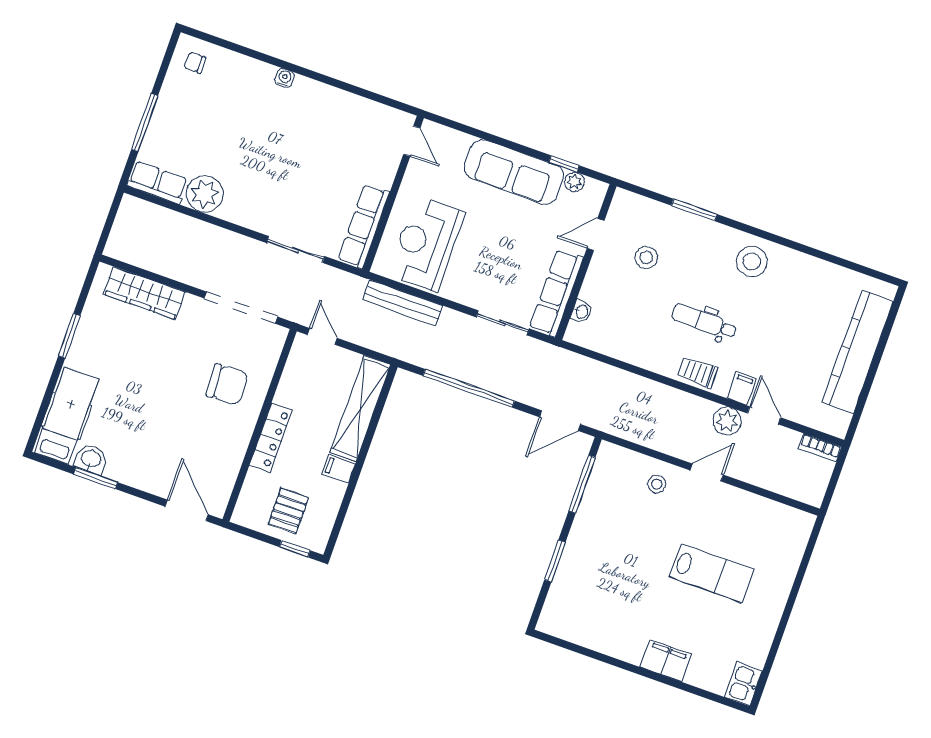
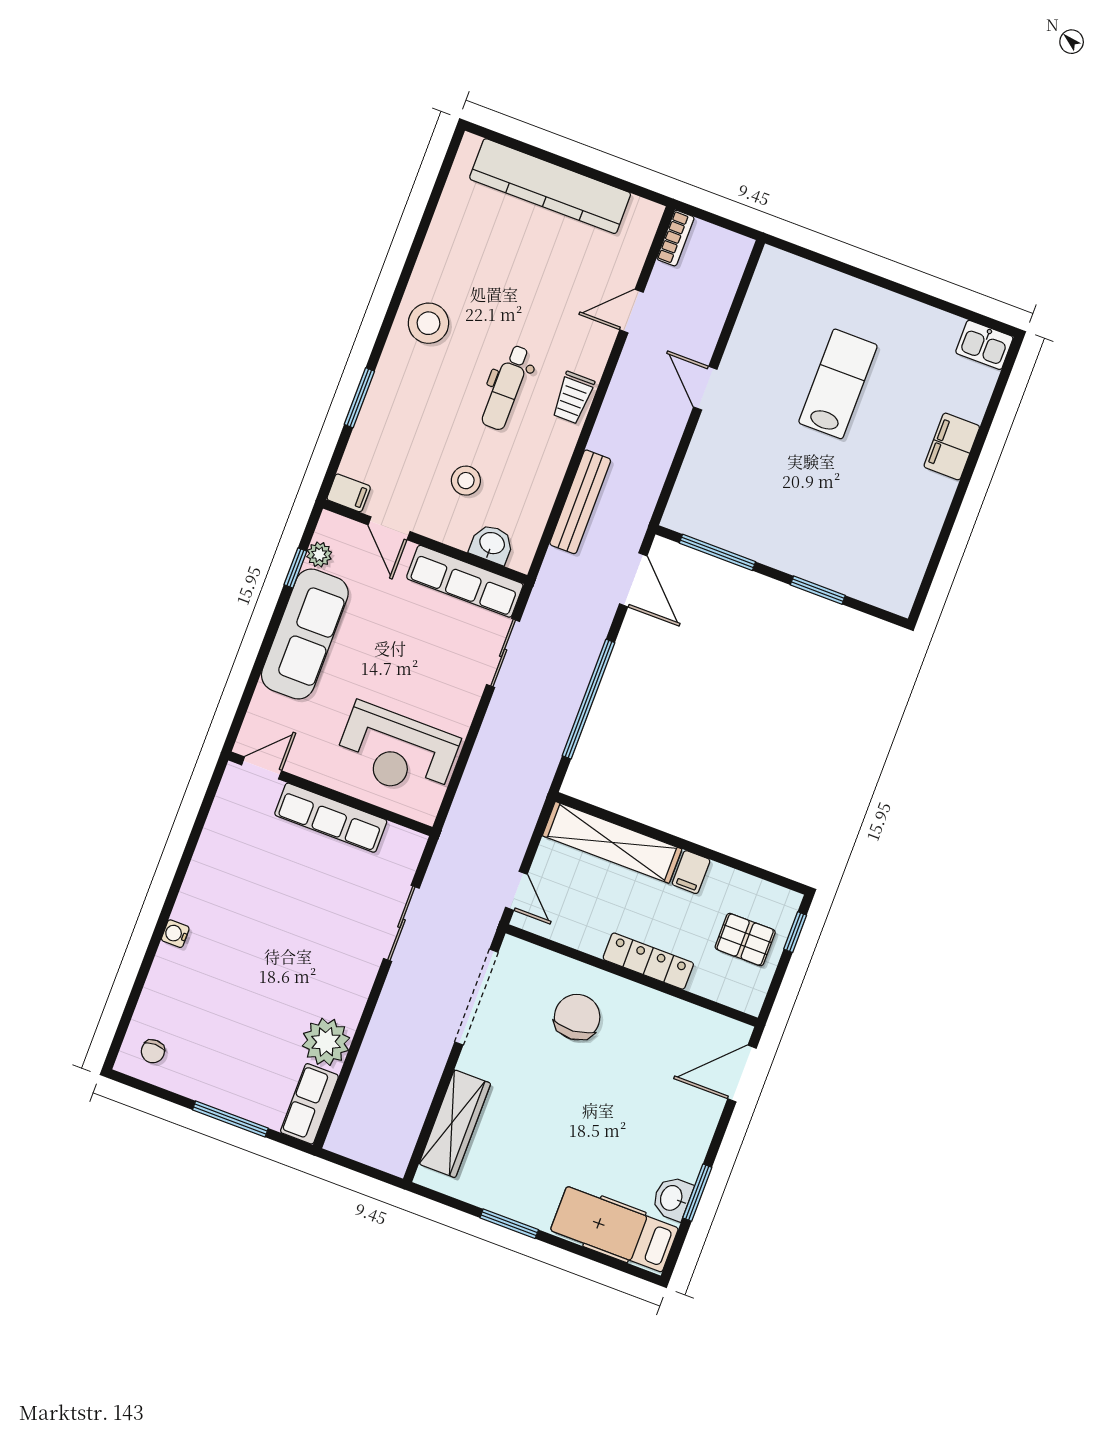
row of seats: (364, 226) -> (331, 818), moved
stool: (646, 258) -> (466, 481), moved
bench: (403, 303) -> (580, 502), moved
washbasin: (581, 311) -> (492, 544), width x1.38, depth x1.45
door: (322, 336) -> (516, 891), swing flipped
filing cabinet: (742, 389) -> (349, 493), moved, turned 180
plant: (727, 421) -> (638, 360), removed
stool: (657, 484) -> (719, 454), removed

